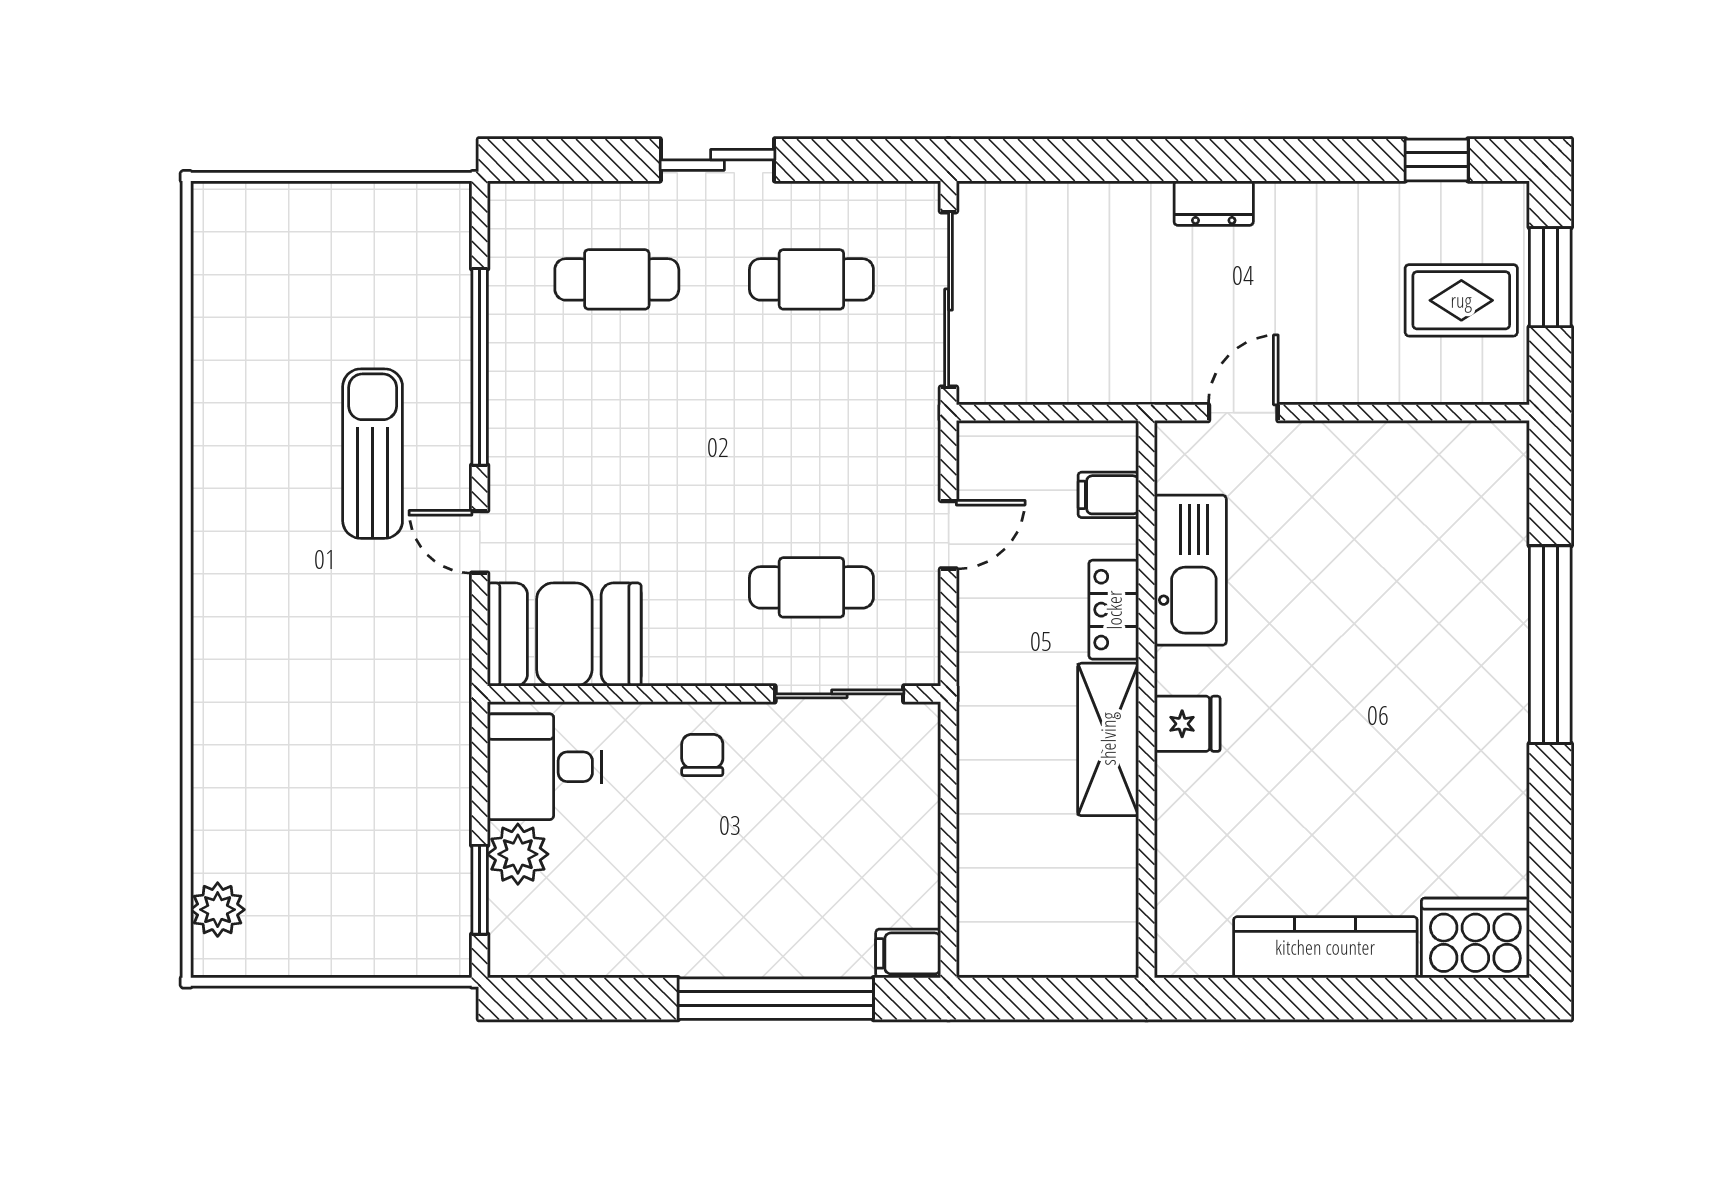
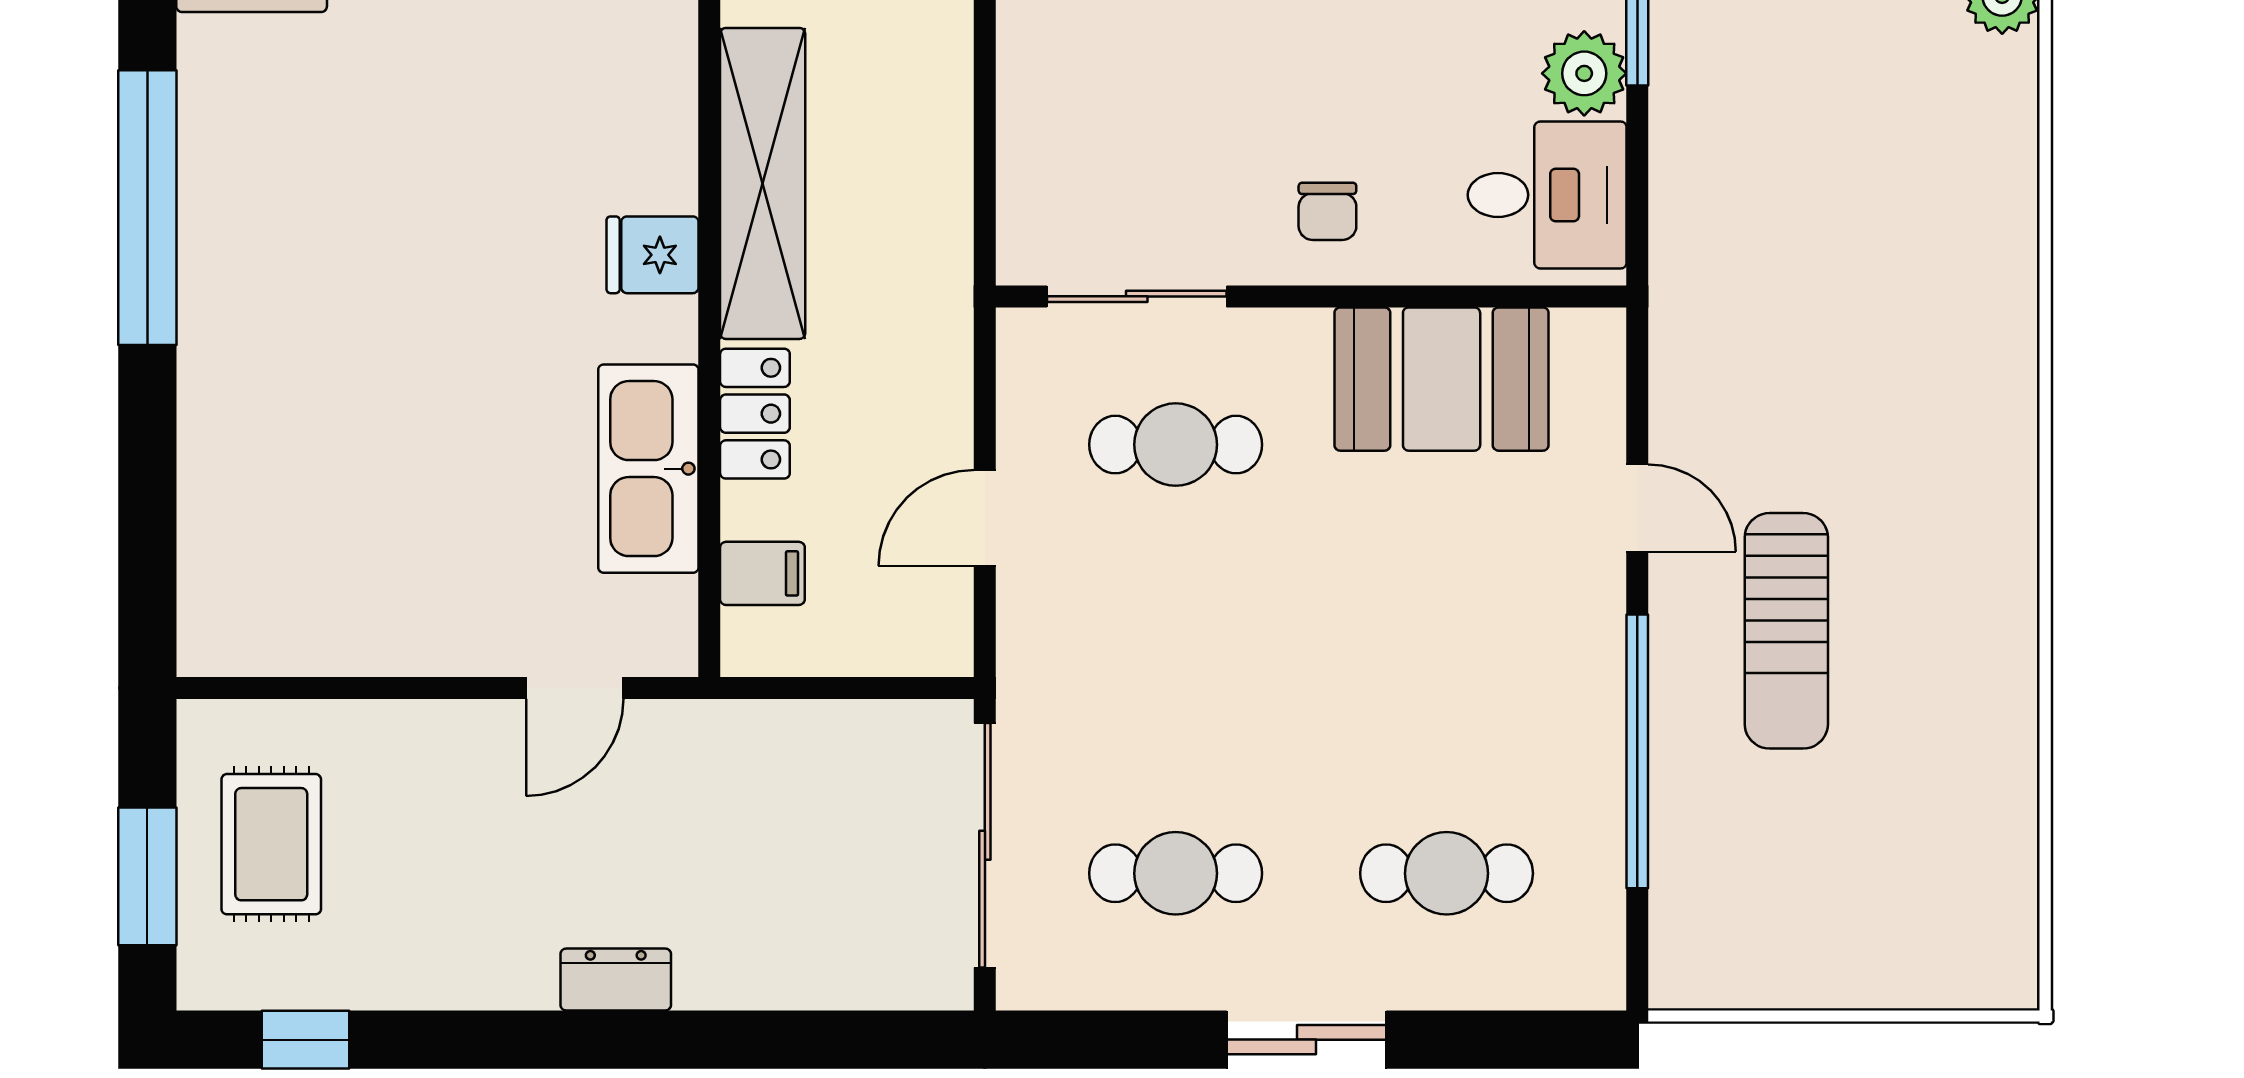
rug: (1461, 300) -> (271, 844), turned 90
booth: (564, 635) -> (1442, 379), moved
window: (1550, 645) -> (147, 208), moved
shelving: (1108, 739) -> (763, 183), width x1.47

